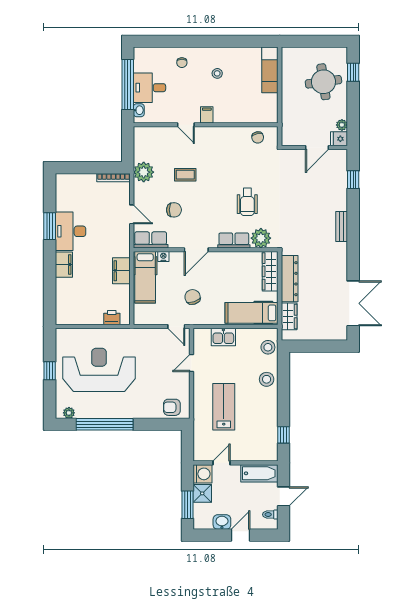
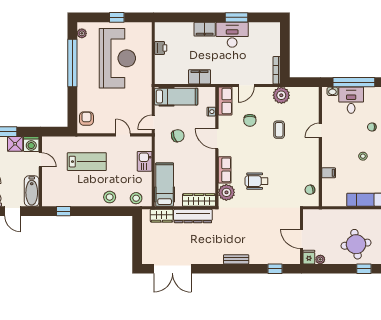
filing cabinet: (207, 115) -> (329, 173), moved
hospital bed: (145, 277) -> (176, 97), moved, turned 180
printer: (112, 318) -> (161, 48), moved

